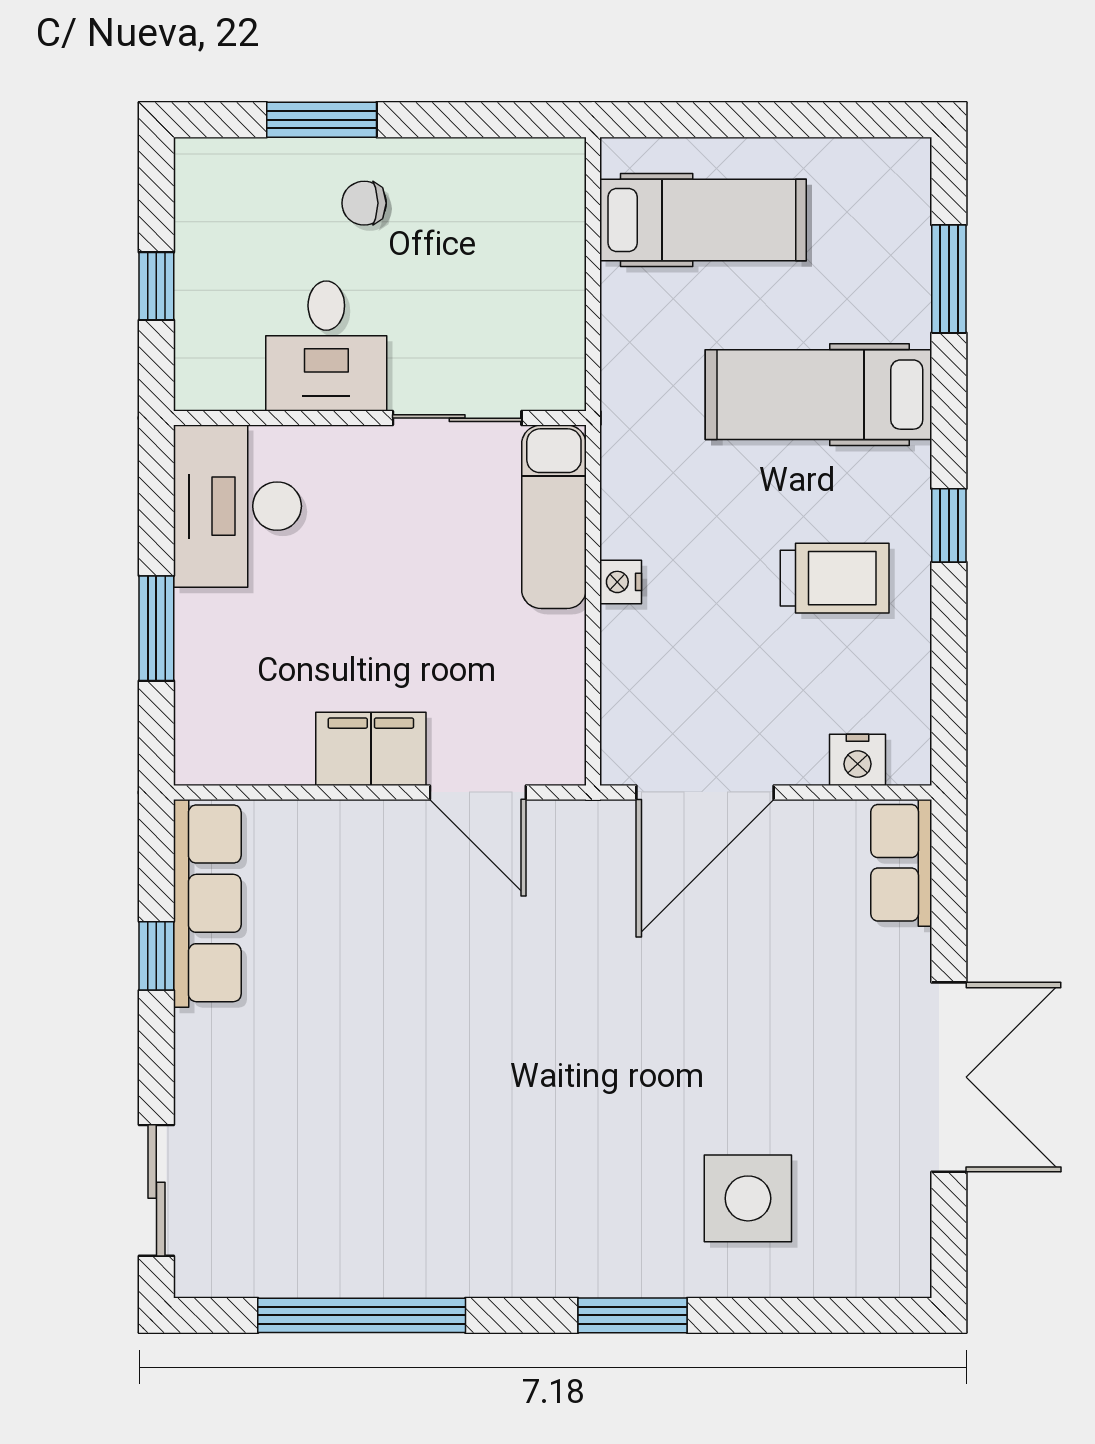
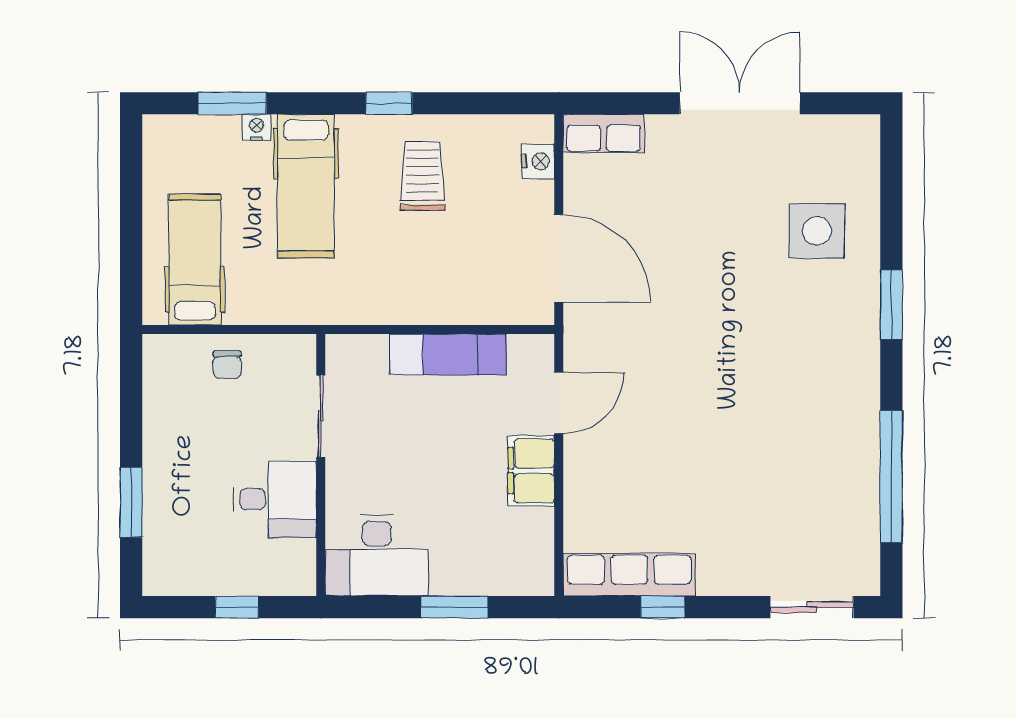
chair: (364, 203) -> (227, 365), moved
exam couch: (554, 517) -> (448, 354), moved
nightstand: (621, 582) -> (257, 127), moved, turned 180

